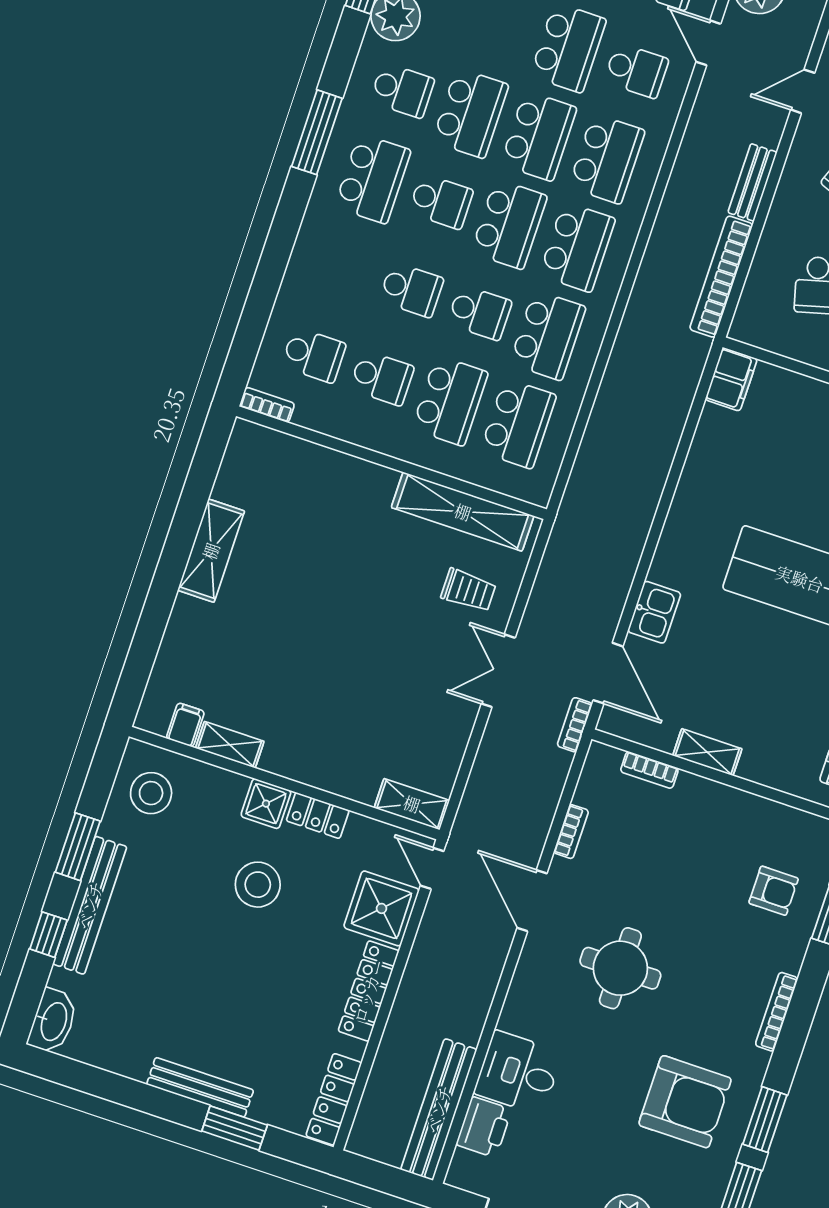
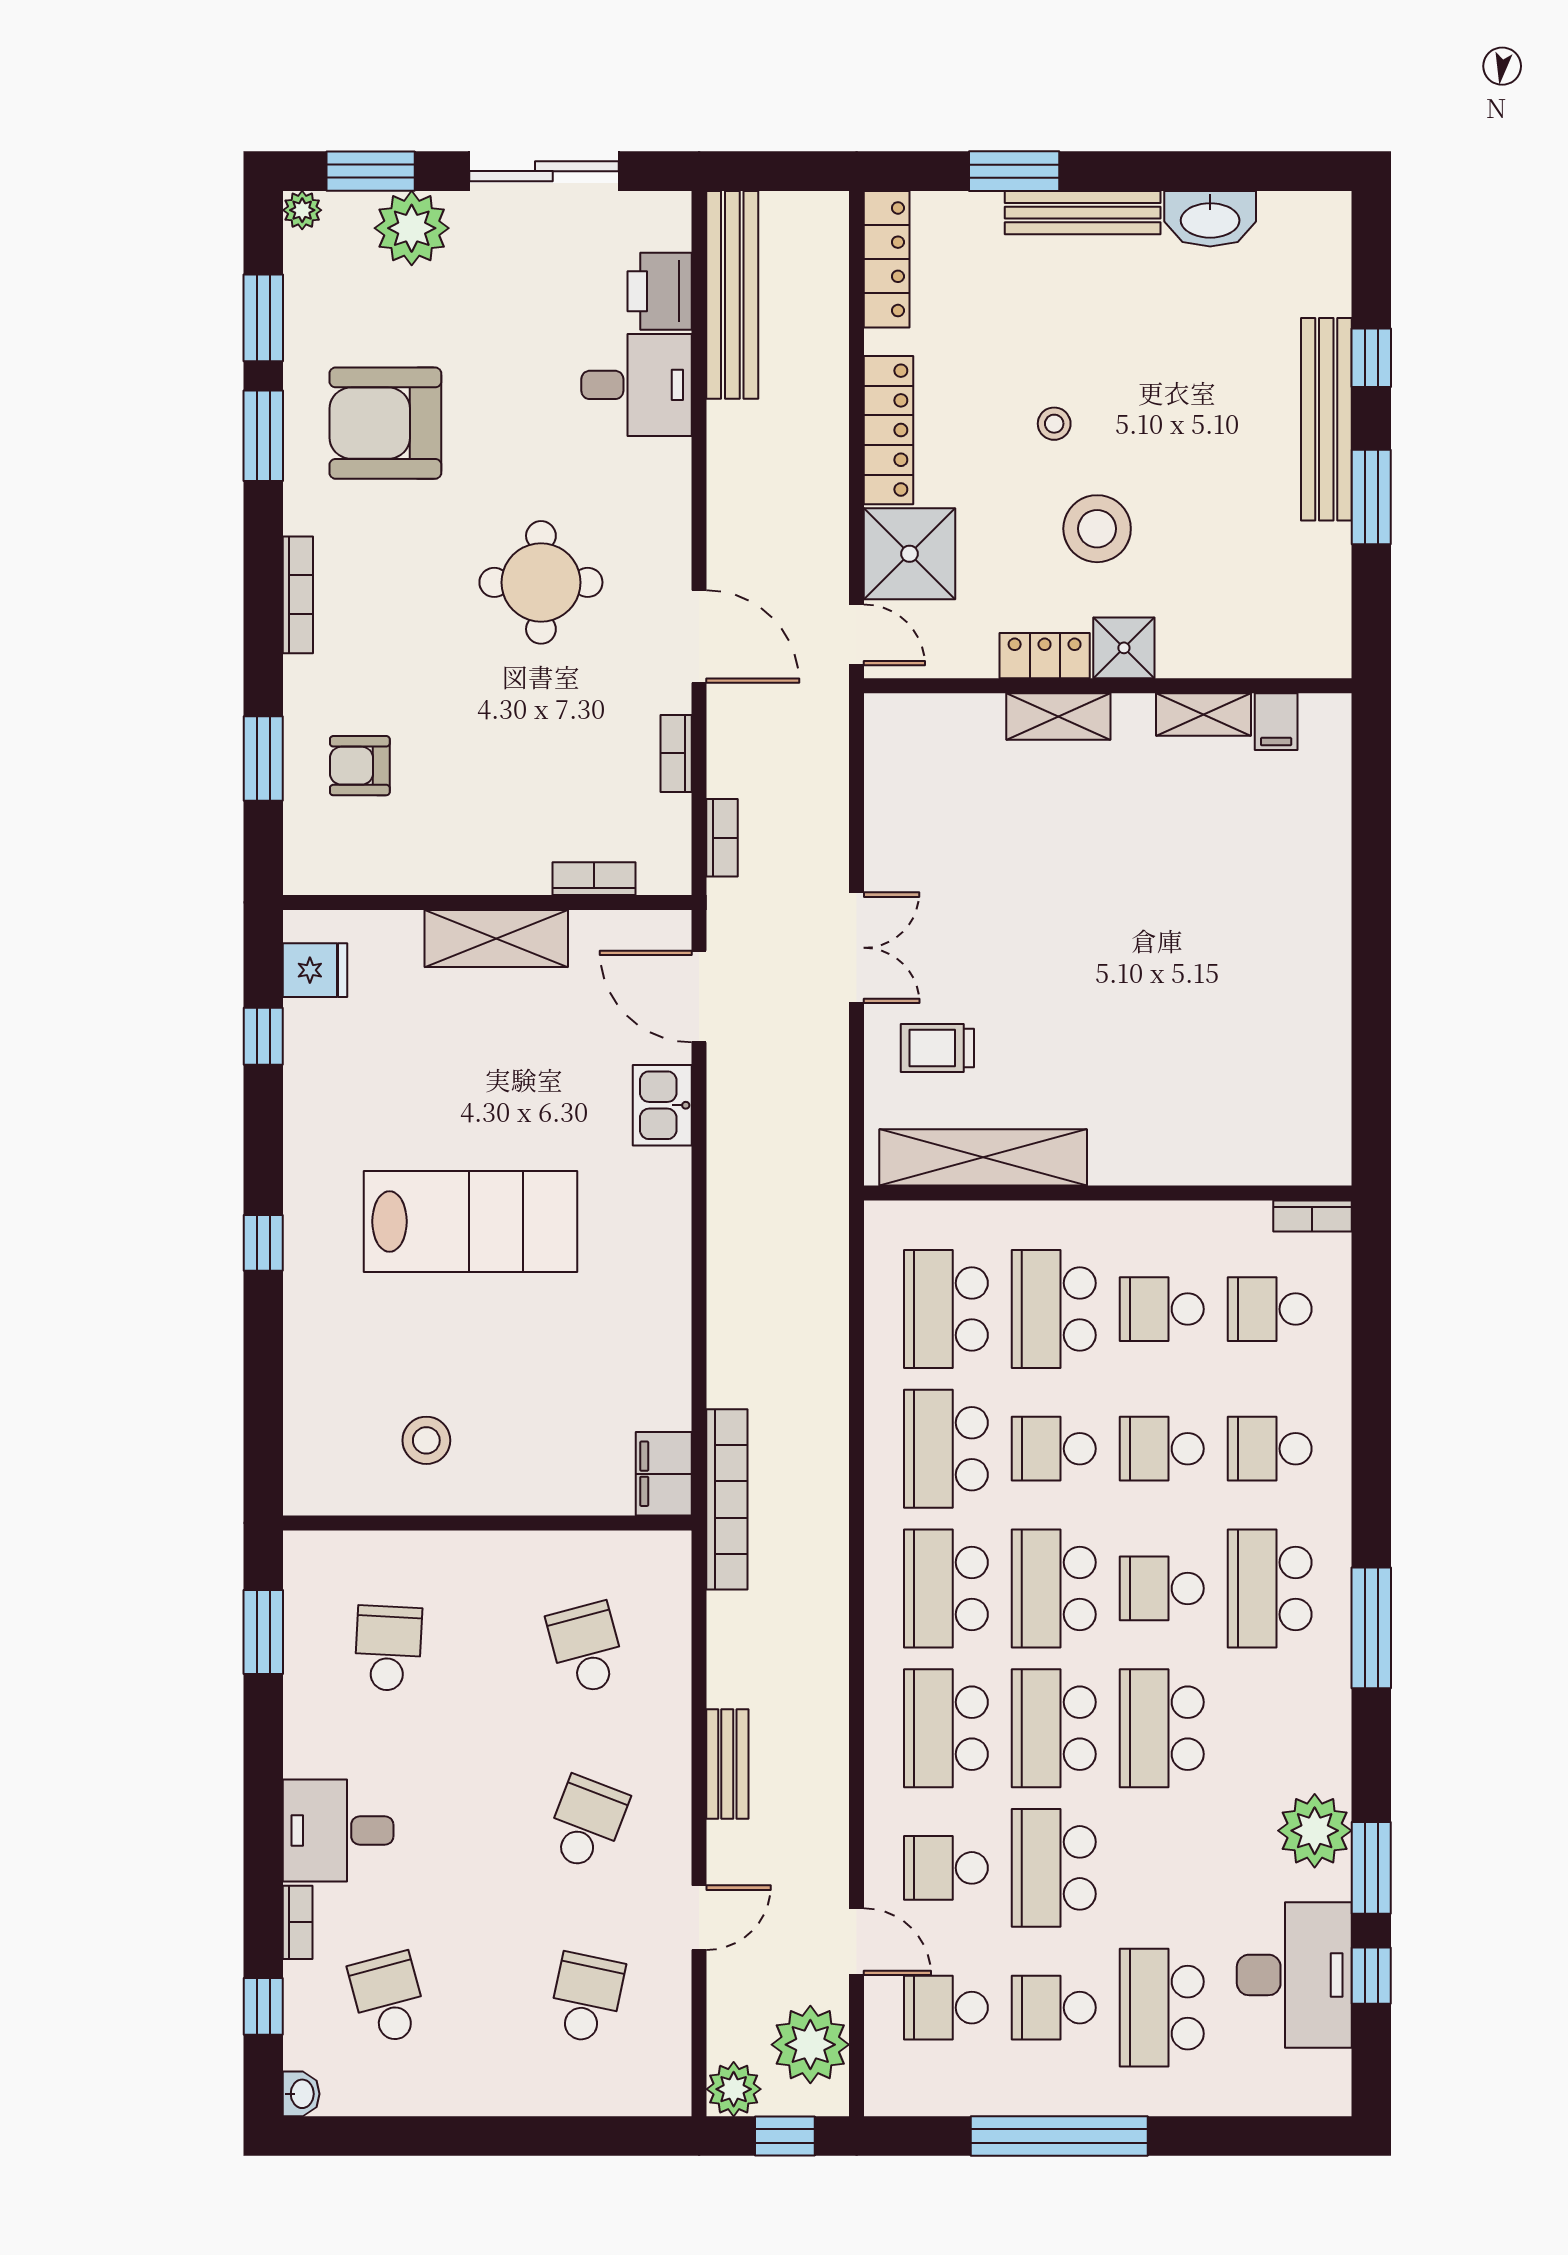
school desk: (402, 90) -> (1270, 1449), moved
bookcase: (721, 277) -> (727, 1499), moved
shelving: (211, 551) -> (1323, 982), removed
bookcase: (575, 725) -> (722, 838), moved
shelving: (707, 752) -> (496, 938), width x1.50, depth x1.33
stool: (151, 793) -> (1054, 424), moved, width x0.53, depth x0.53
shelving: (412, 804) -> (1058, 717), moved
washbasin: (53, 1021) -> (1210, 219), moved, turned -90

